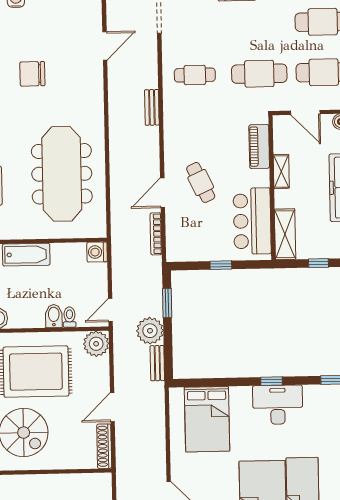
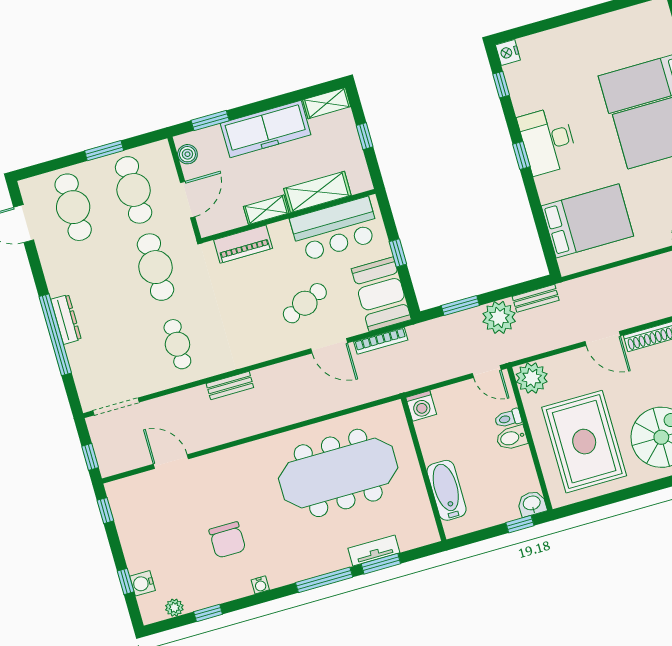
shelving: (285, 234) -> (317, 192), moved
booth: (192, 244) -> (381, 294), added

